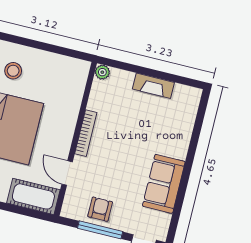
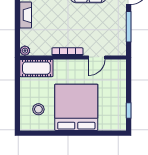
cot: (33, 196) -> (36, 68), moved, turned 90
armchair: (100, 209) -> (115, 30), removed

